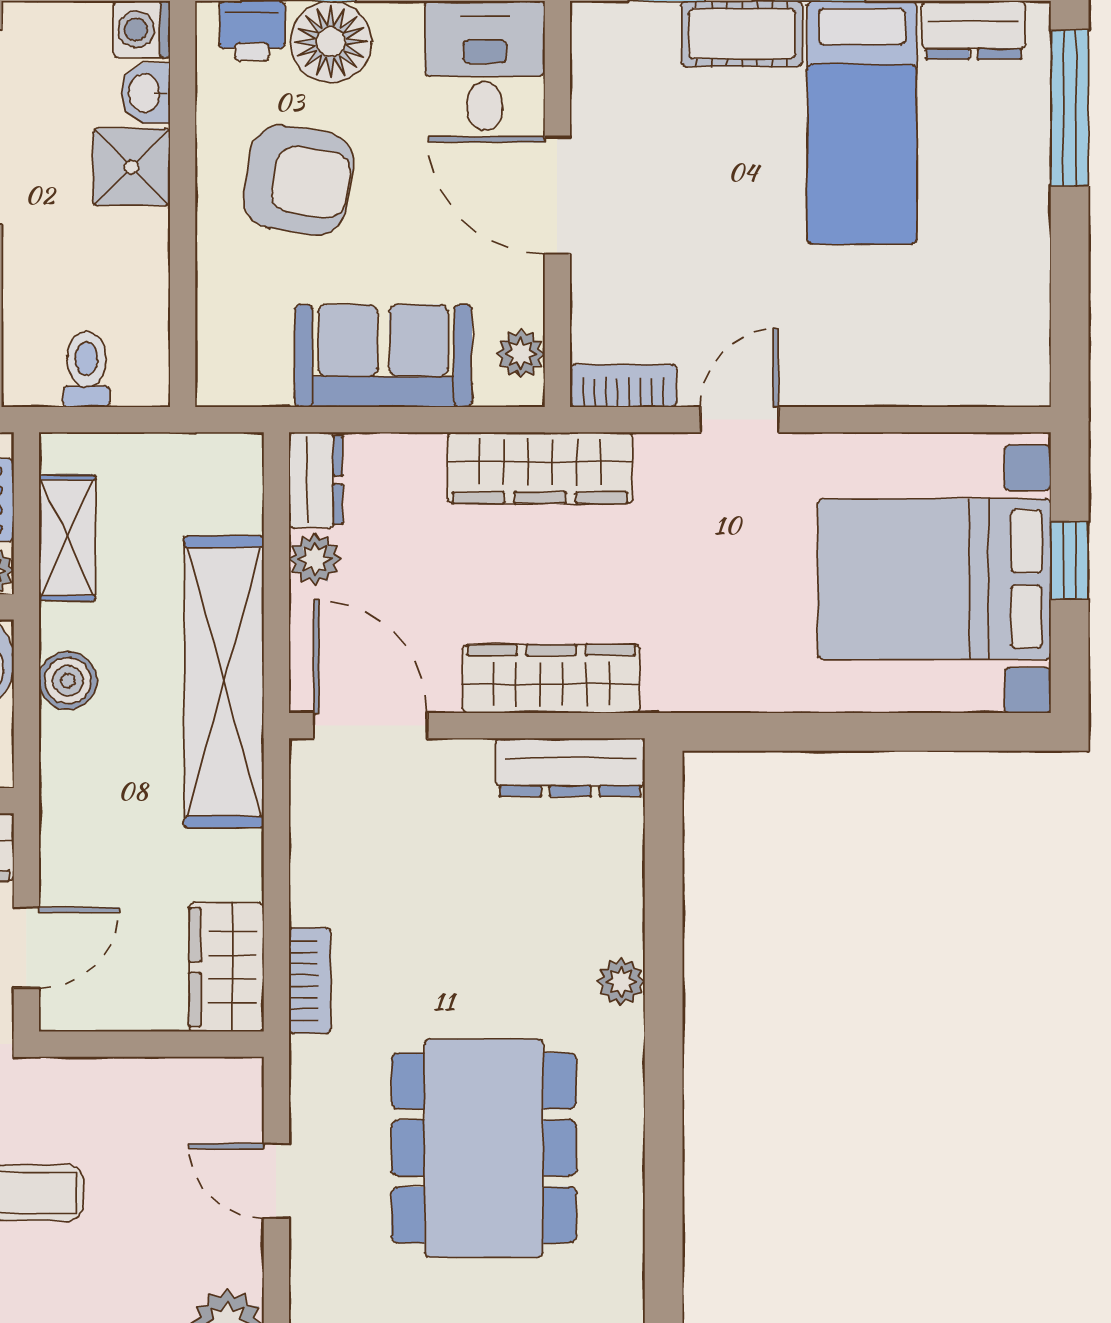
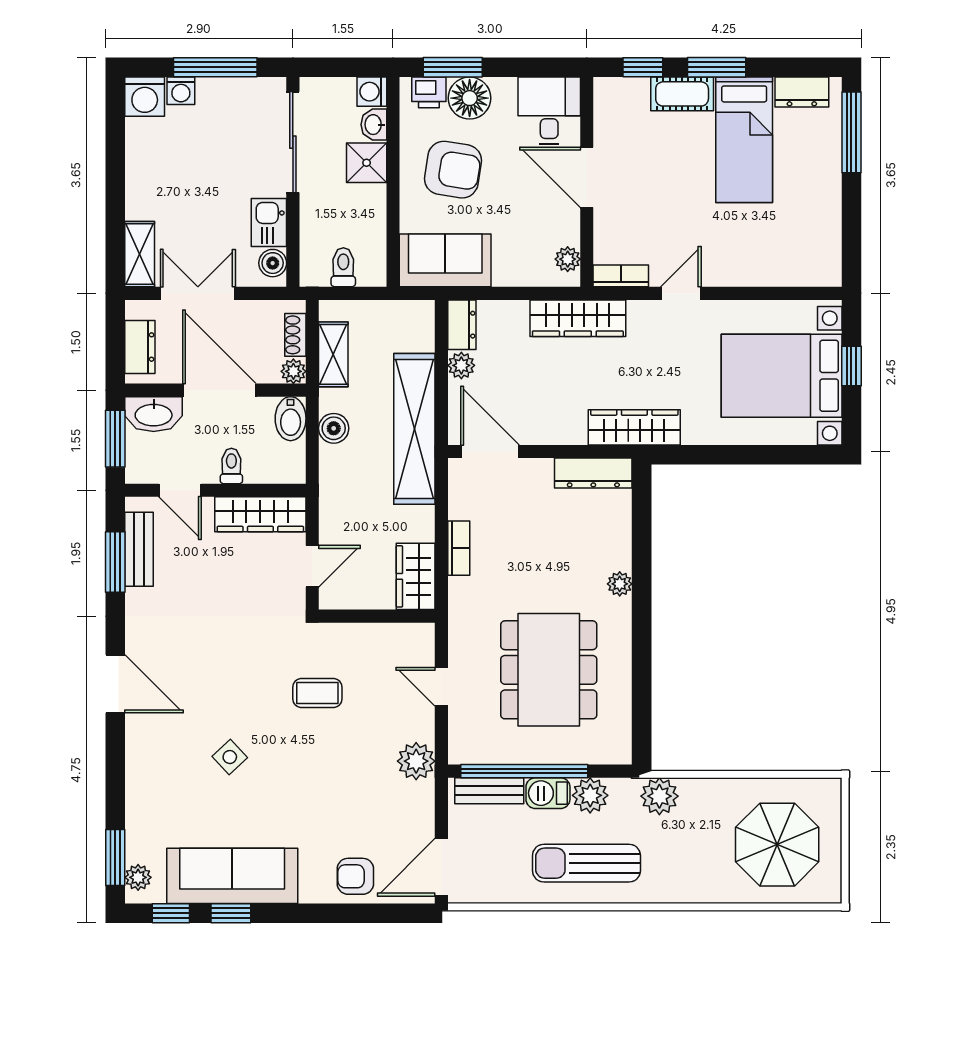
sofa: (383, 356) -> (445, 260), moved
wardrobe: (551, 679) -> (634, 427), moved
bookcase: (310, 981) -> (459, 548), moved

